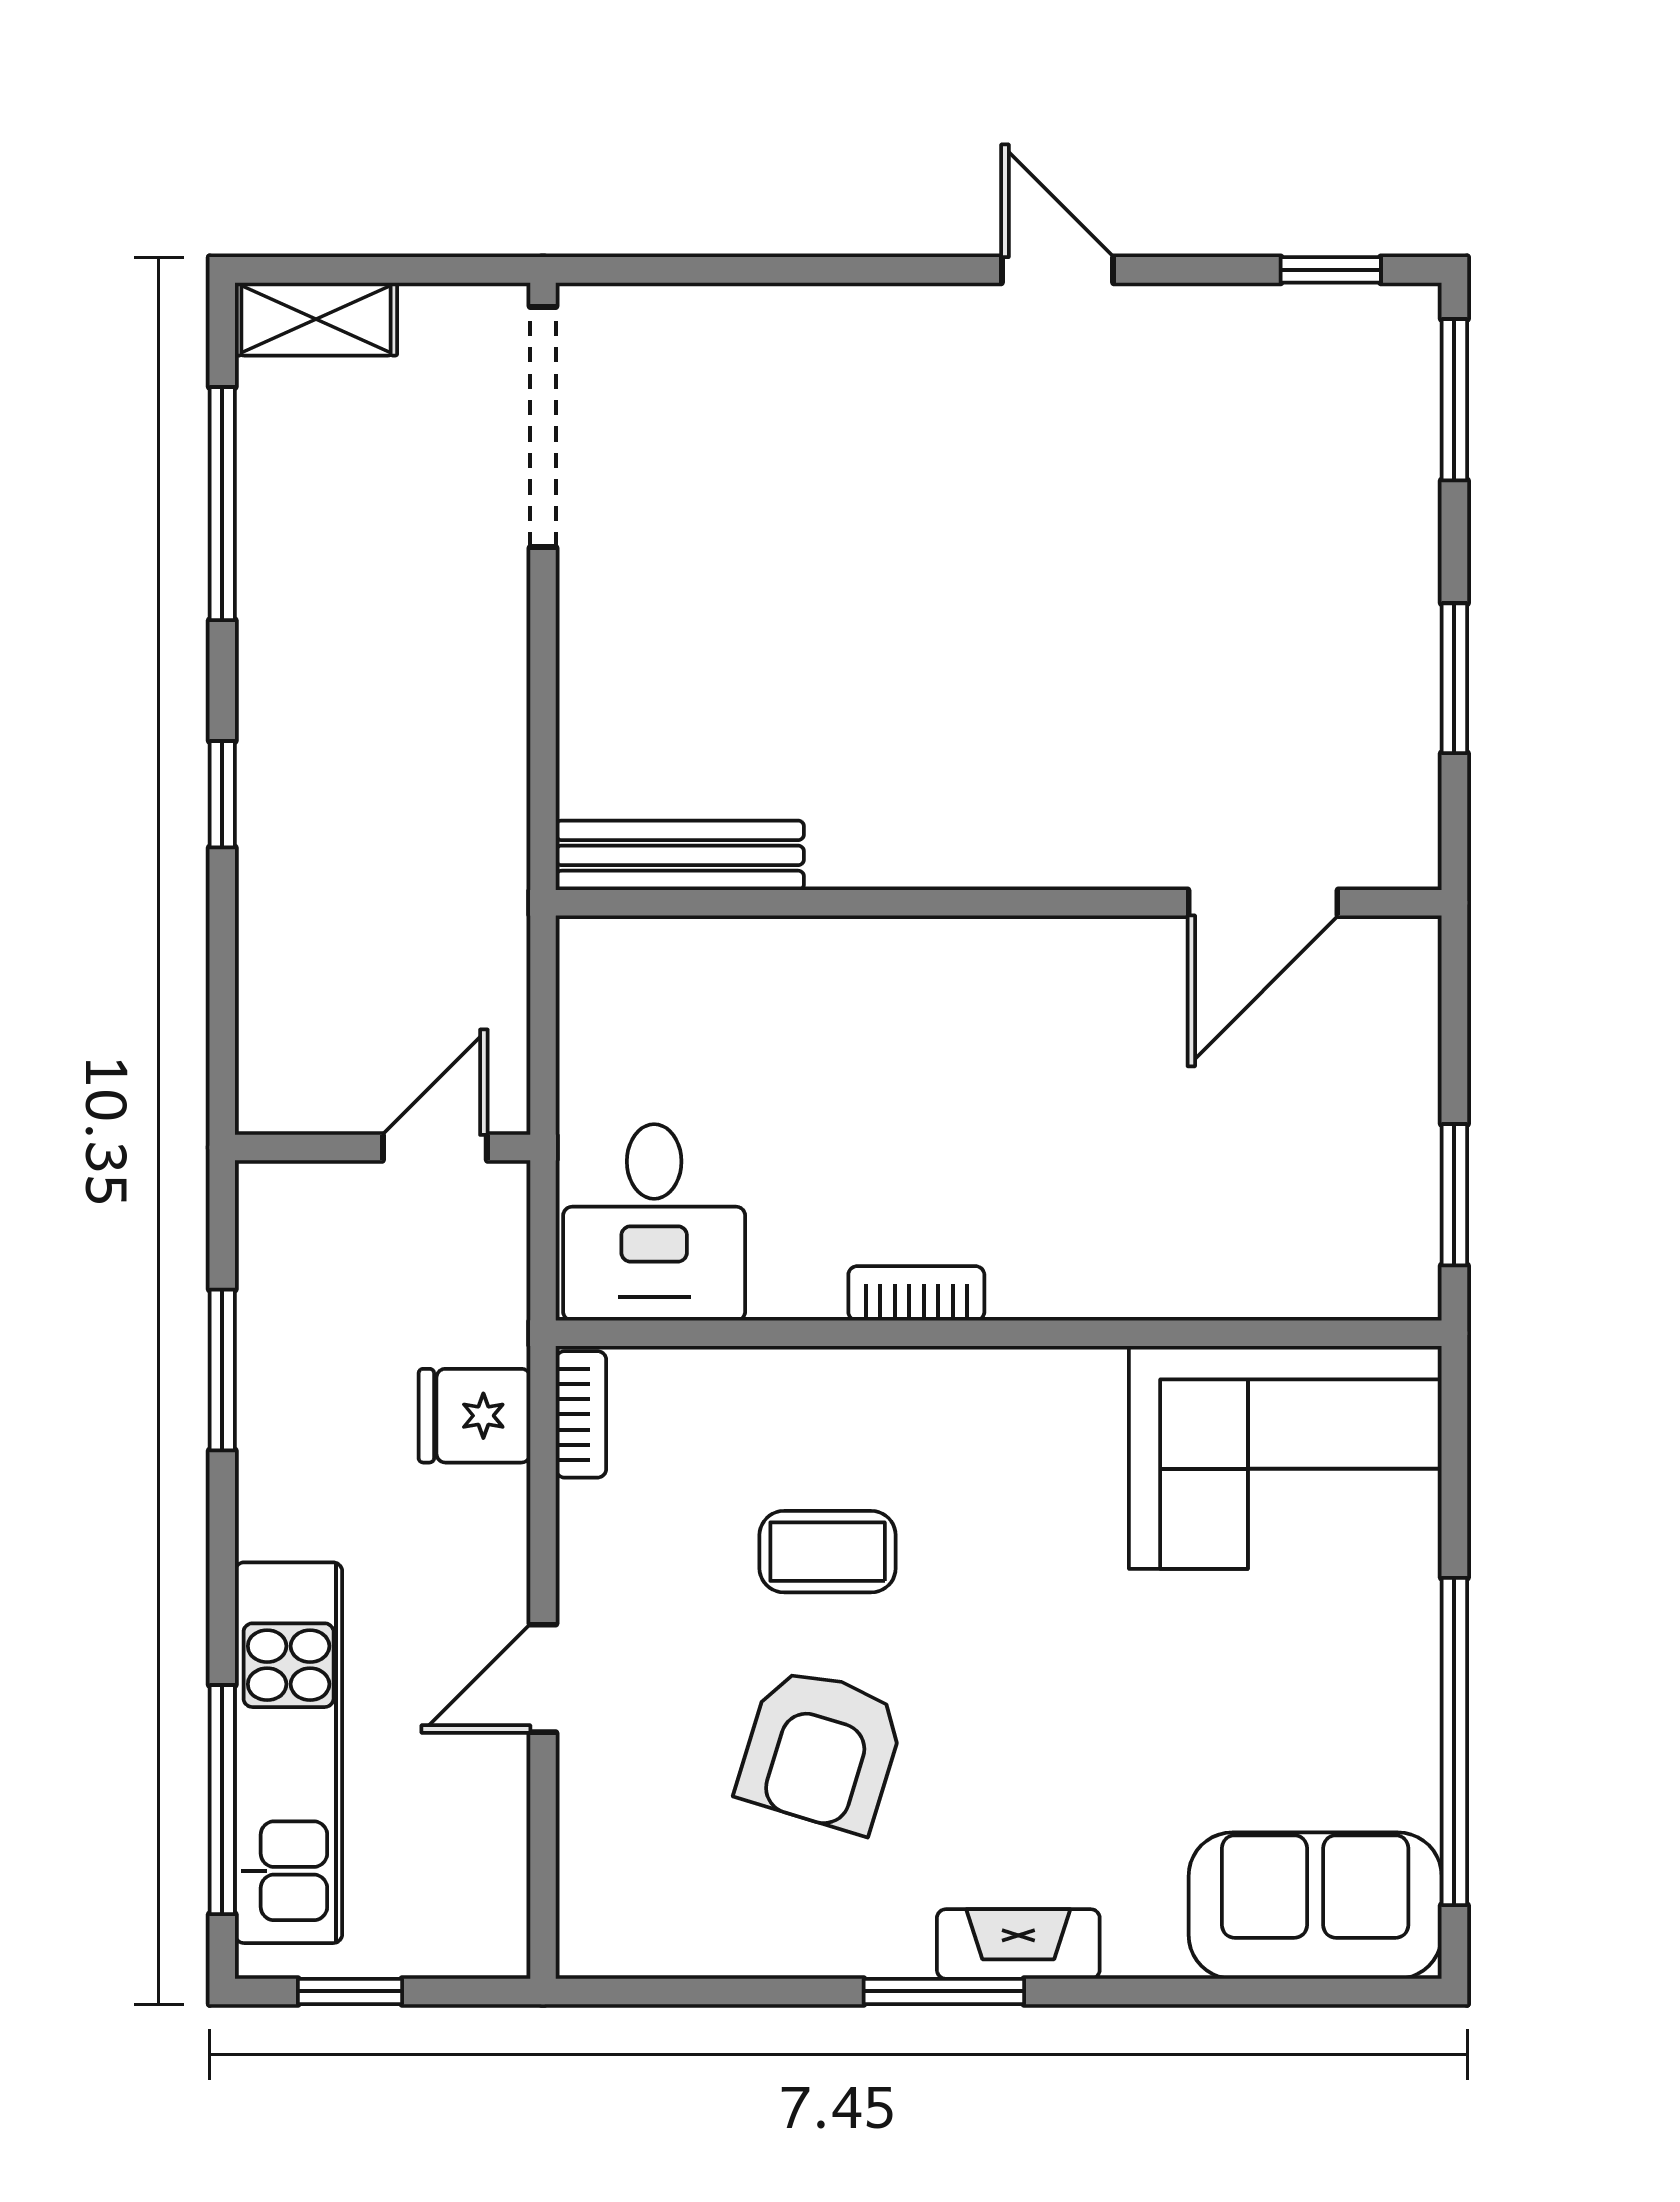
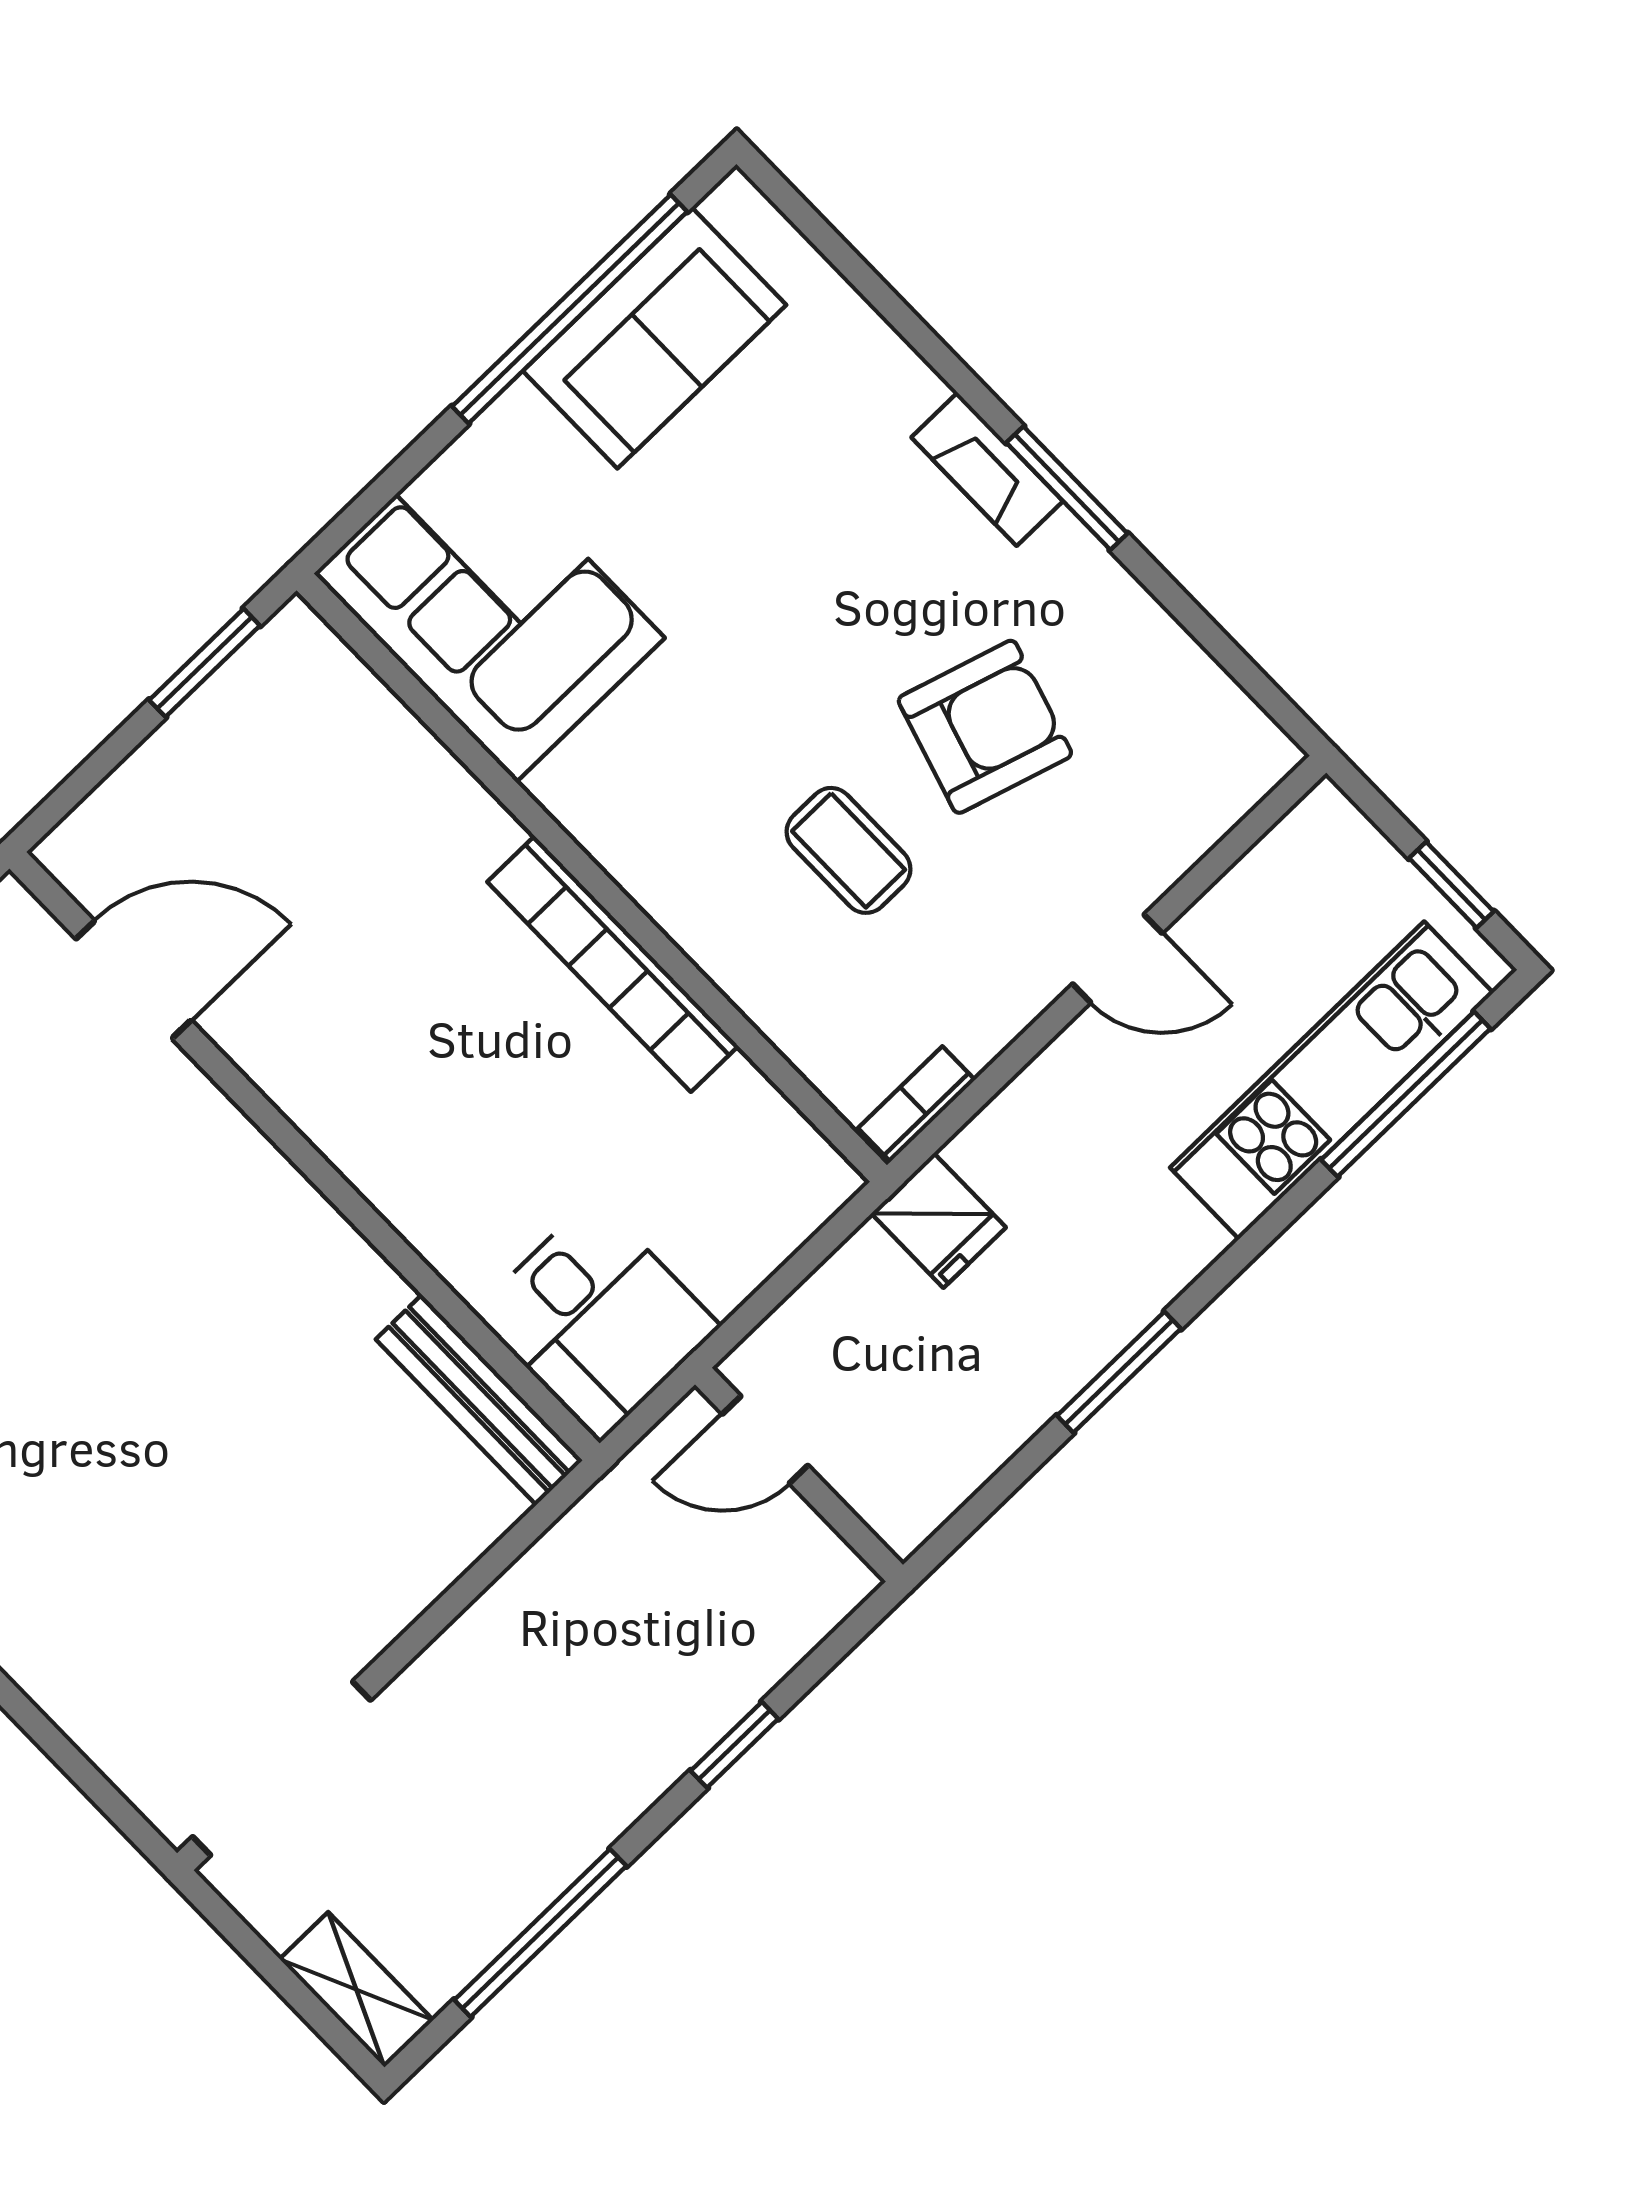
wall: (383, 1148) -> (799, 1475), moved
door: (435, 1148) -> (765, 1440), moved
desk: (654, 1222) -> (597, 1319), moved, turned 90
bookcase: (916, 1293) -> (613, 964), width x2.31, depth x1.31
fridge: (474, 1416) -> (939, 1220), moved
sofa: (1315, 1906) -> (655, 338), moved, turned -90

